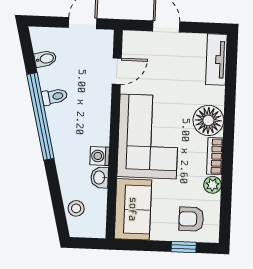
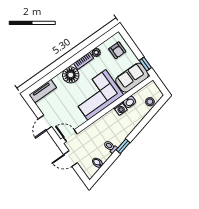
door: (117, 71) -> (70, 136), moved
window: (40, 116) -> (123, 146), width x0.32
window: (184, 247) -> (145, 64), moved

